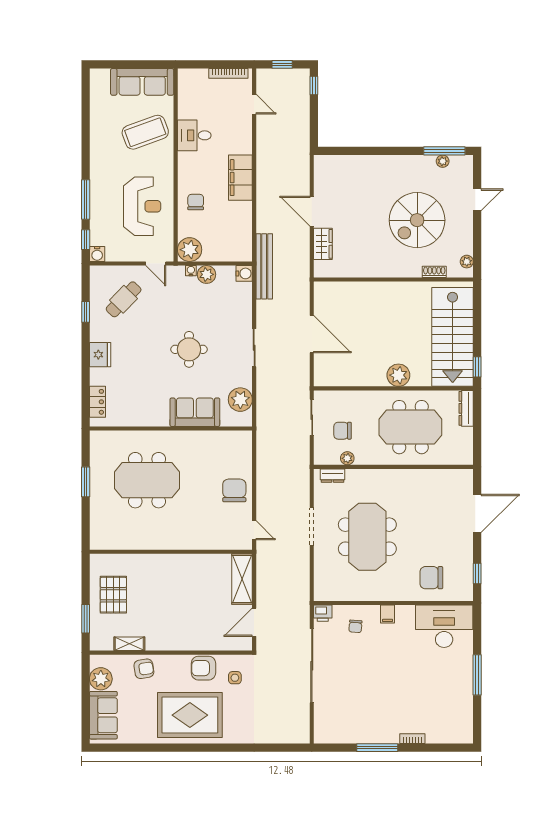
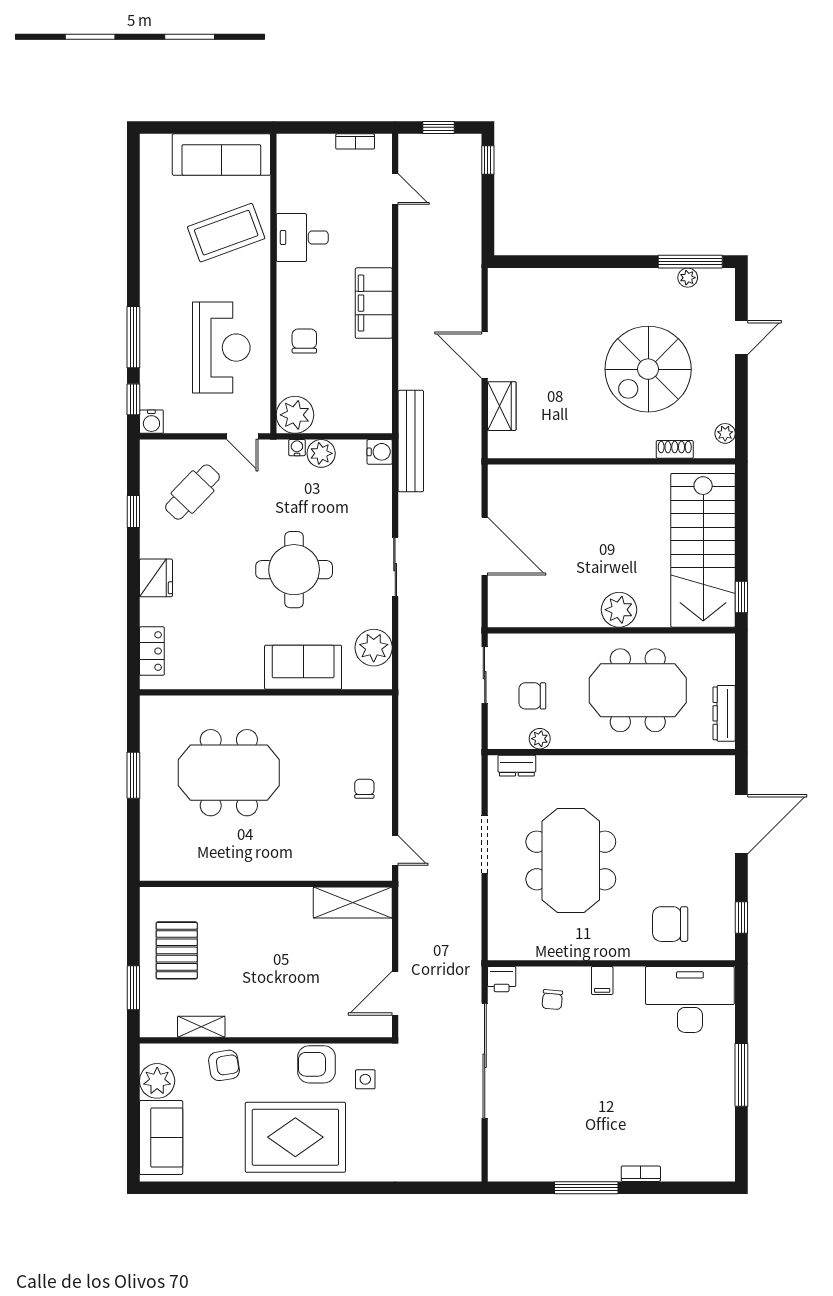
bookcase: (228, 73) -> (355, 141), width x0.64
round table: (189, 349) -> (294, 570), width x1.36, depth x1.36
dresser: (466, 408) -> (724, 713), moved
chair: (234, 490) -> (364, 789), width x0.54, depth x0.54
shelving: (242, 579) -> (353, 903), moved, turned 90

